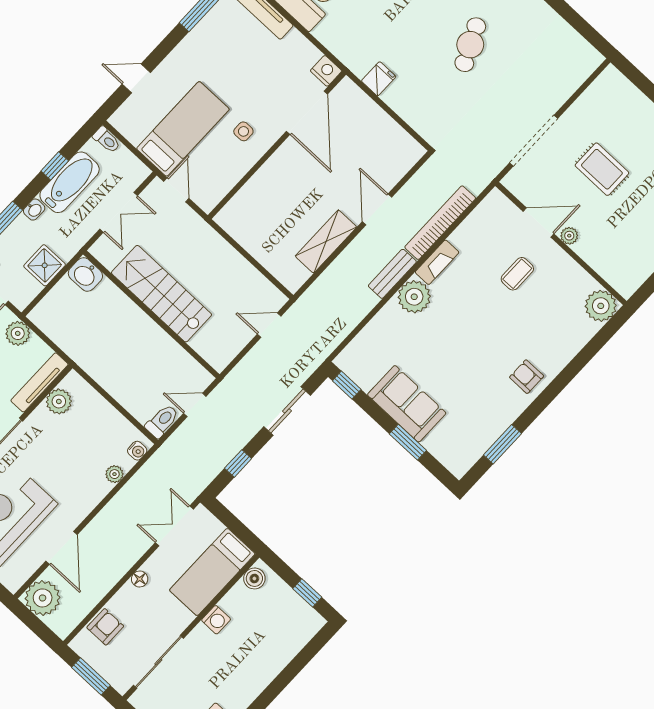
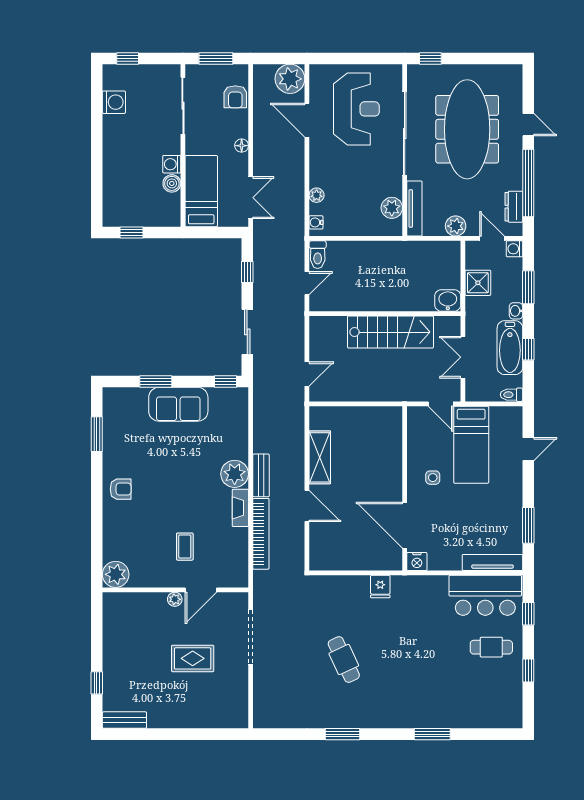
boiler: (254, 578) -> (172, 183), moved

